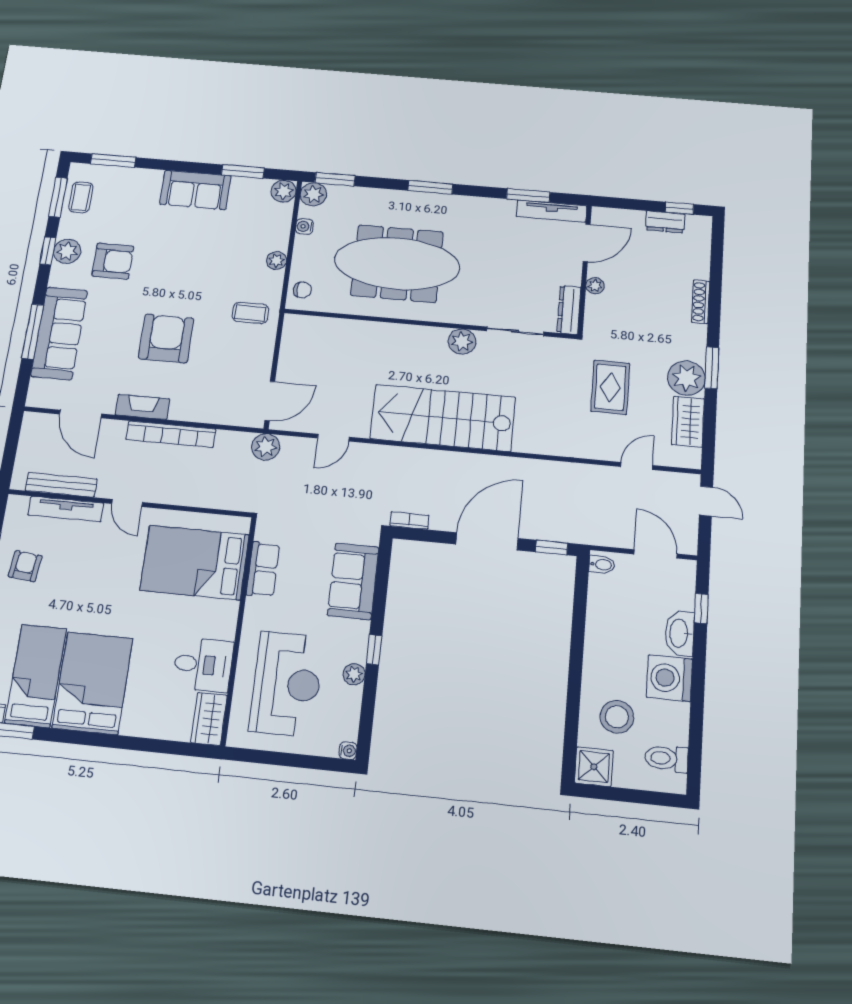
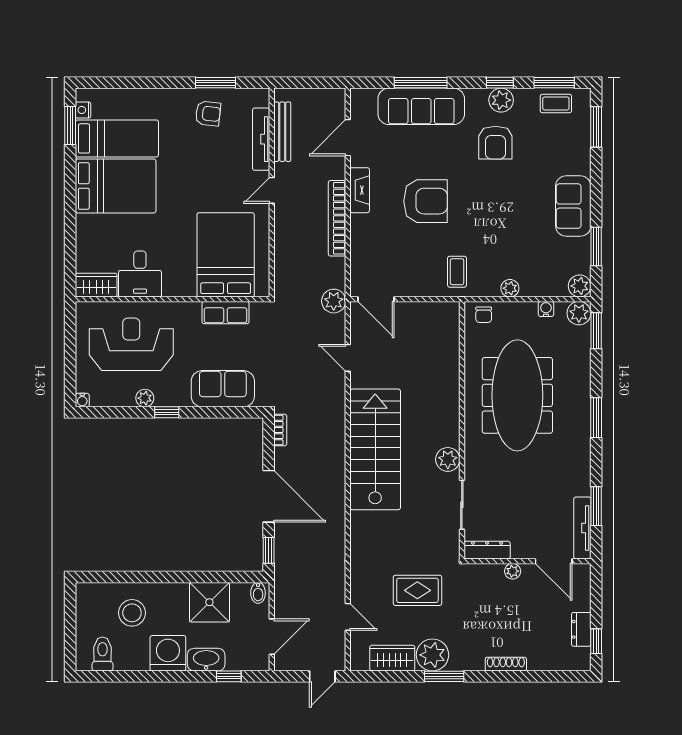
reception desk: (287, 684) -> (131, 344), turned 180
shower: (594, 767) -> (209, 602), moved, width x1.36, depth x1.36

